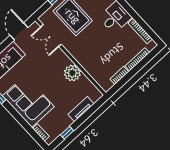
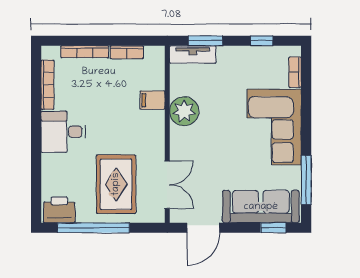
filing cabinet: (90, 65) -> (152, 100), added
tv unit: (81, 109) -> (193, 55), moved
window: (91, 111) -> (205, 41), added

